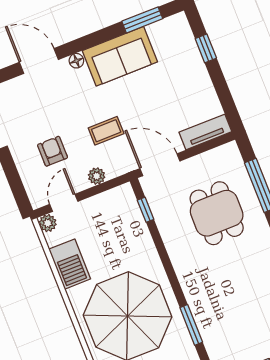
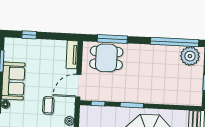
dining table: (217, 213) -> (106, 58), moved
window: (191, 325) -> (132, 105), moved

